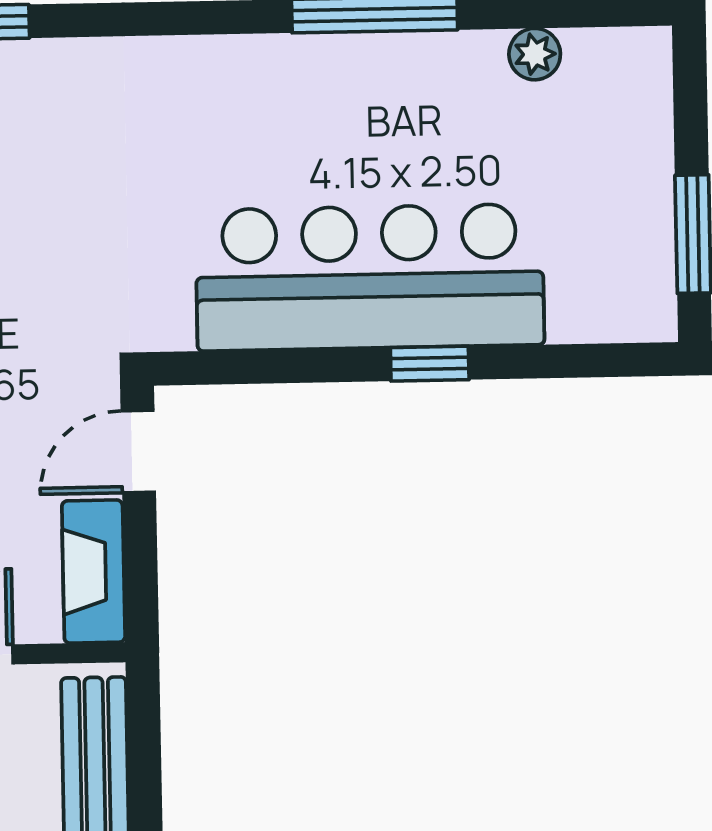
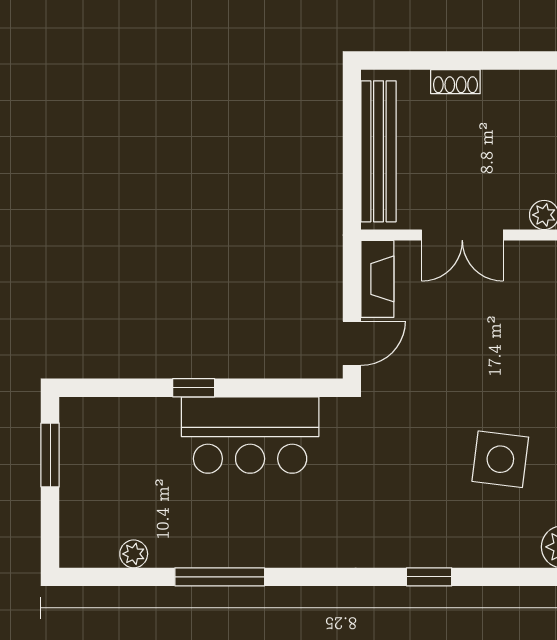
bar counter: (370, 277) -> (250, 435), width x0.73

